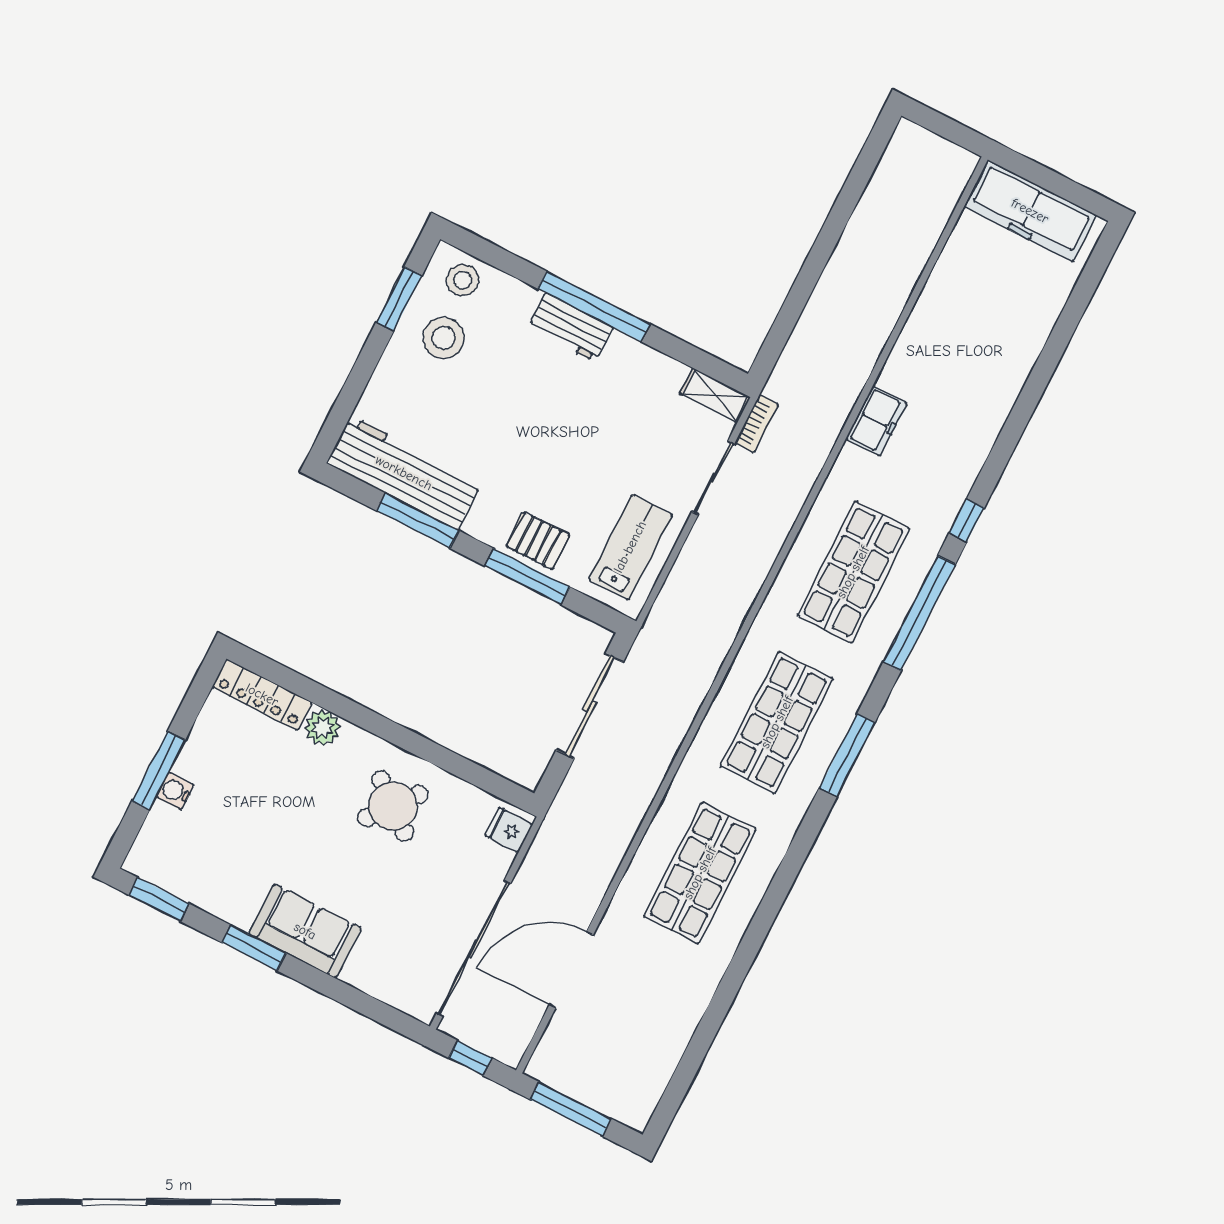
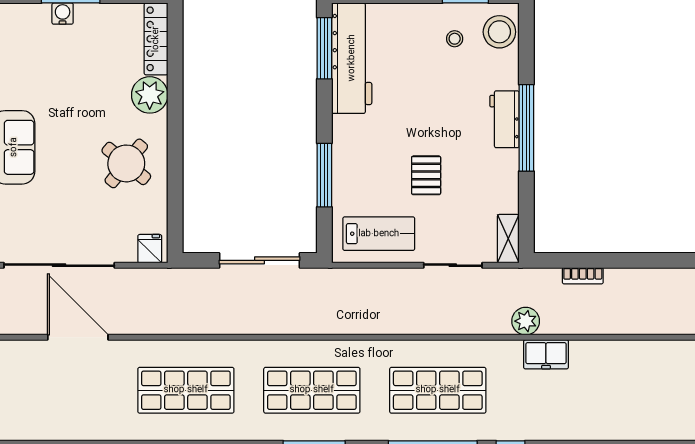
stool: (463, 280) -> (499, 32), width x1.38, depth x1.38
stool: (444, 338) -> (455, 39), width x0.53, depth x0.53
bookcase: (757, 424) -> (583, 276), moved
plant: (824, 425) -> (526, 321), added
window: (418, 521) -> (324, 48), moved
pallet: (538, 541) -> (426, 175), moved
plant: (322, 728) -> (150, 95), width x1.36, depth x1.36

